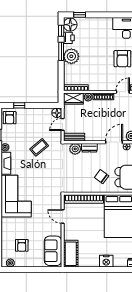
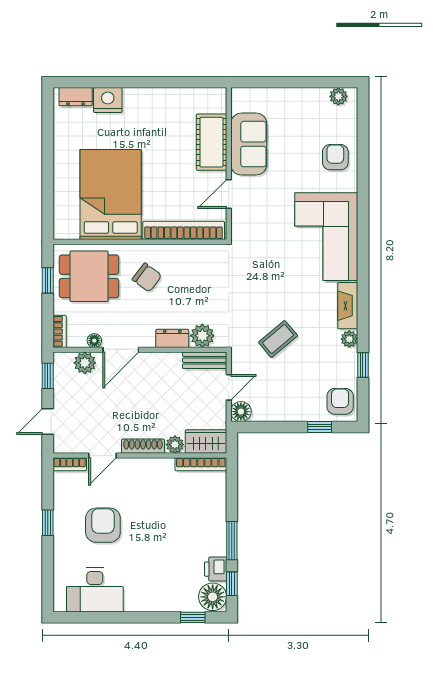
plant: (71, 56) -> (210, 530), removed
door: (63, 216) -> (229, 194), swing flipped
armchair: (22, 245) -> (335, 157), moved
sofa: (53, 251) -> (249, 144), moved
cot: (71, 254) -> (211, 142), moved
nightstand: (106, 261) -> (108, 100), moved

